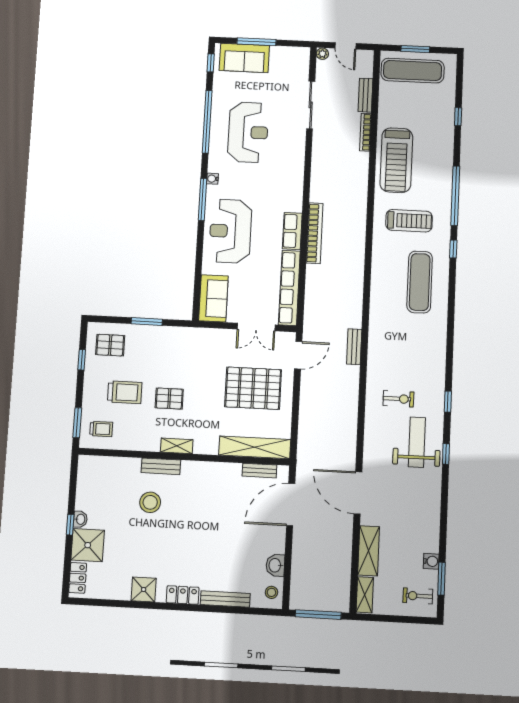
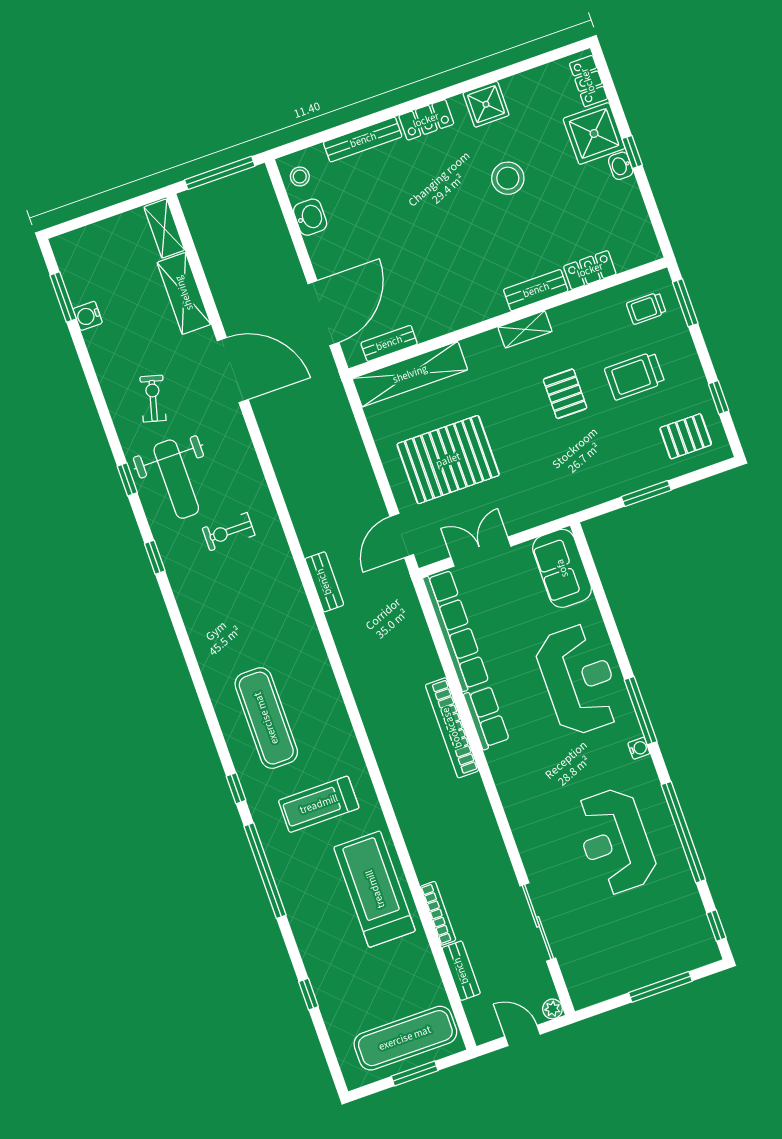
sofa: (244, 58) -> (668, 954), removed
pallet: (169, 399) -> (565, 394), turned 90
locker: (124, 465) -> (590, 270), added
stool: (150, 502) -> (508, 178), moved
exercise bike: (418, 596) -> (153, 399), moved, turned -75

